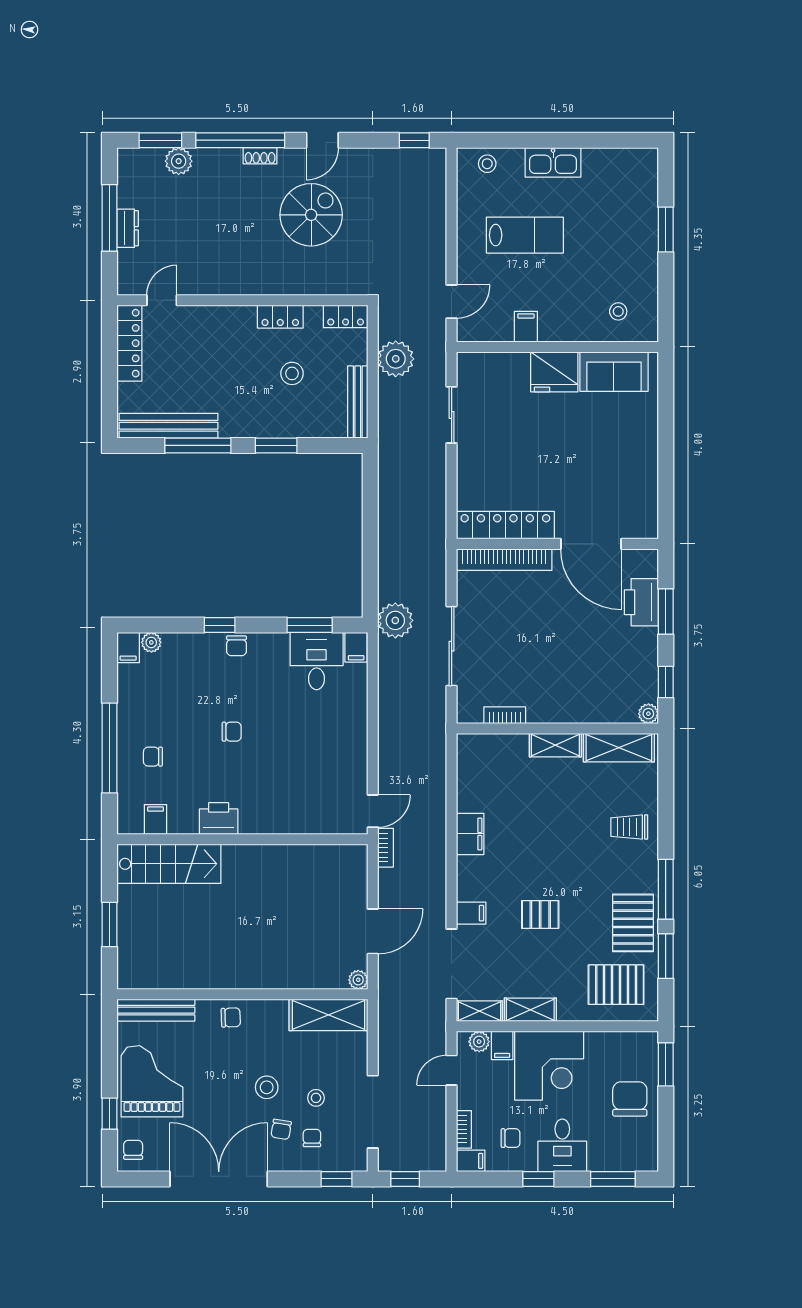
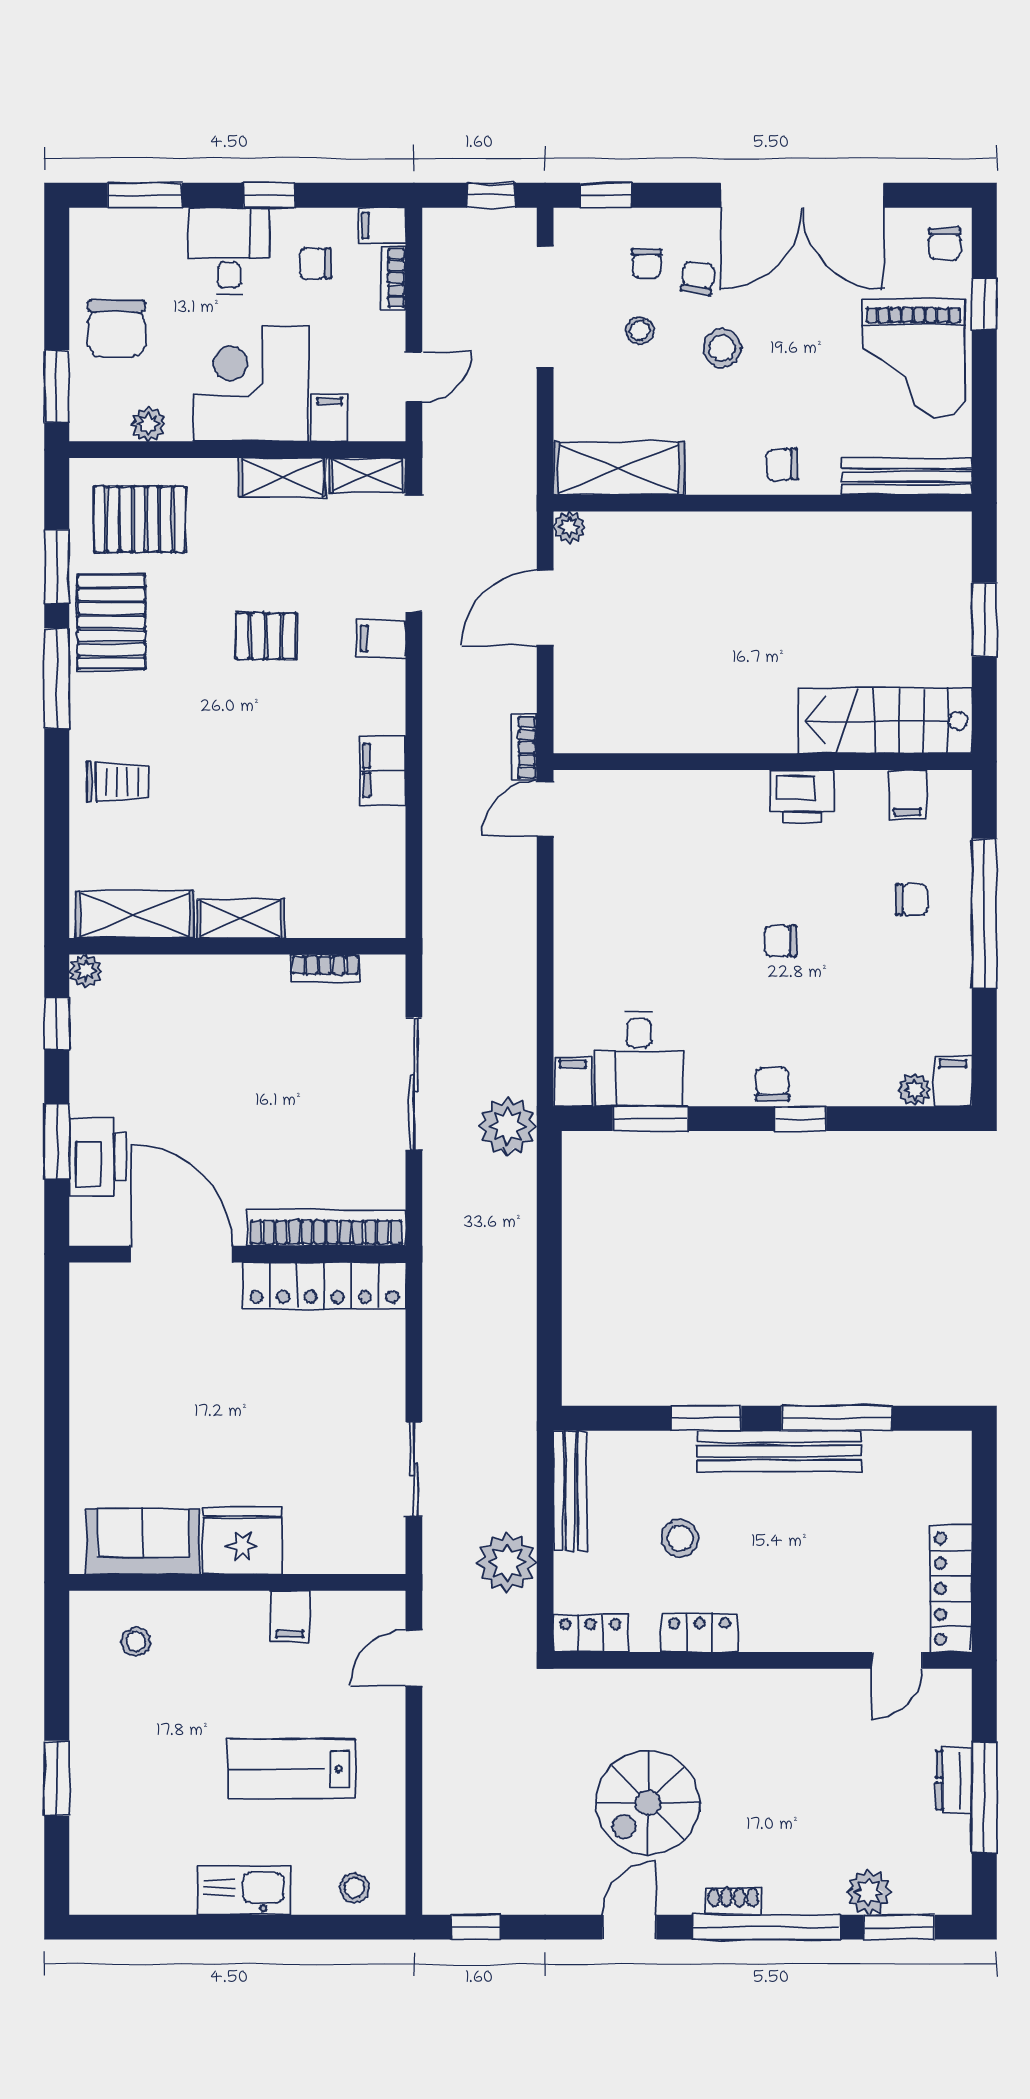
bench: (169, 426) -> (779, 1451), moved
plant: (479, 1042) -> (148, 424), moved

